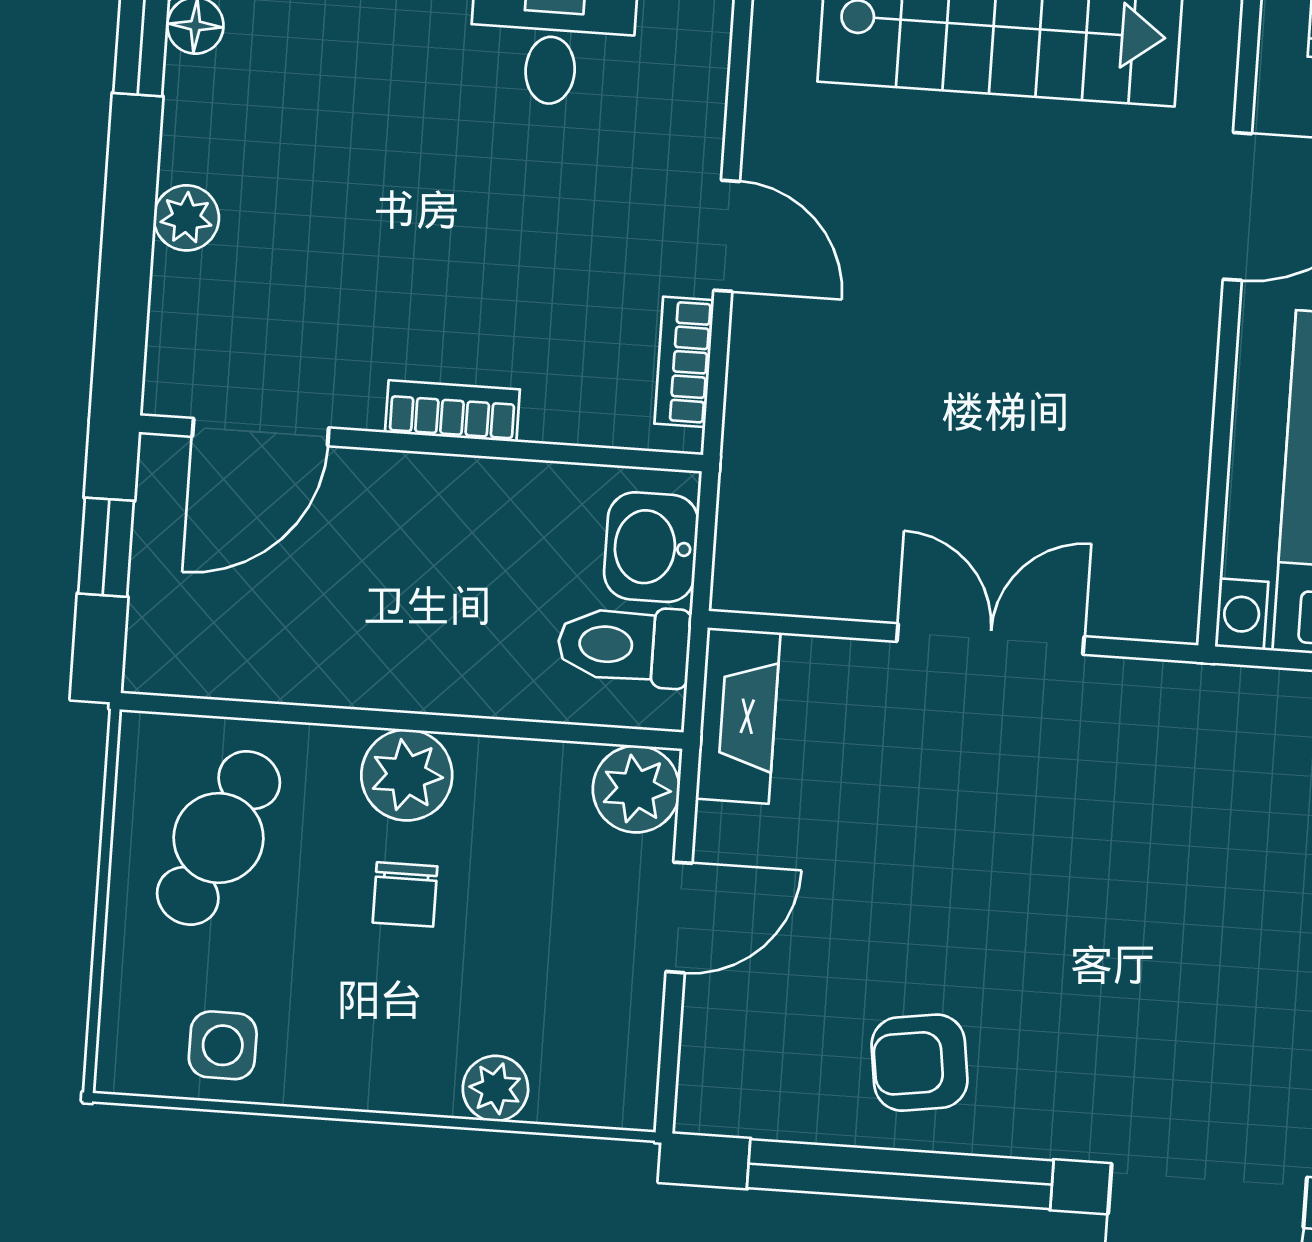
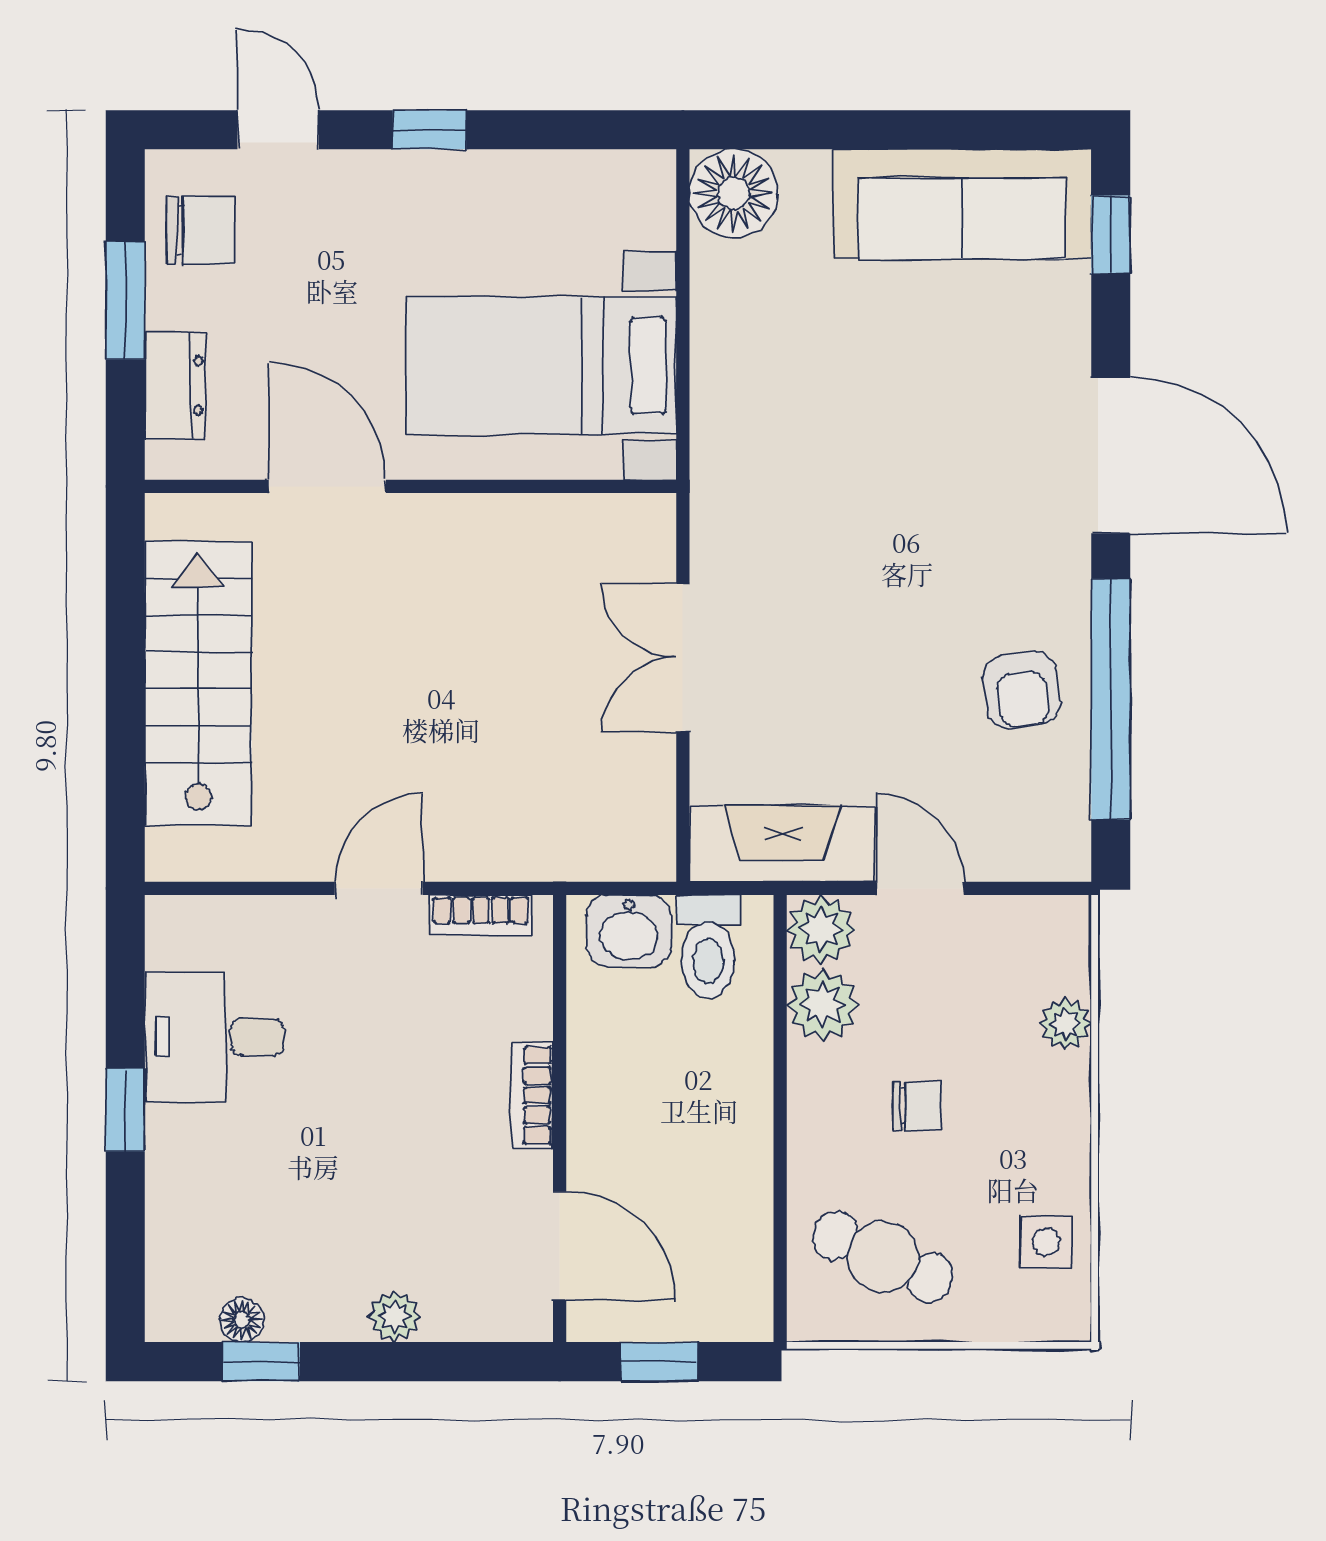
fireplace: (738, 716) -> (782, 844), width x1.37, depth x1.32
plant: (407, 775) -> (823, 1005), moved

